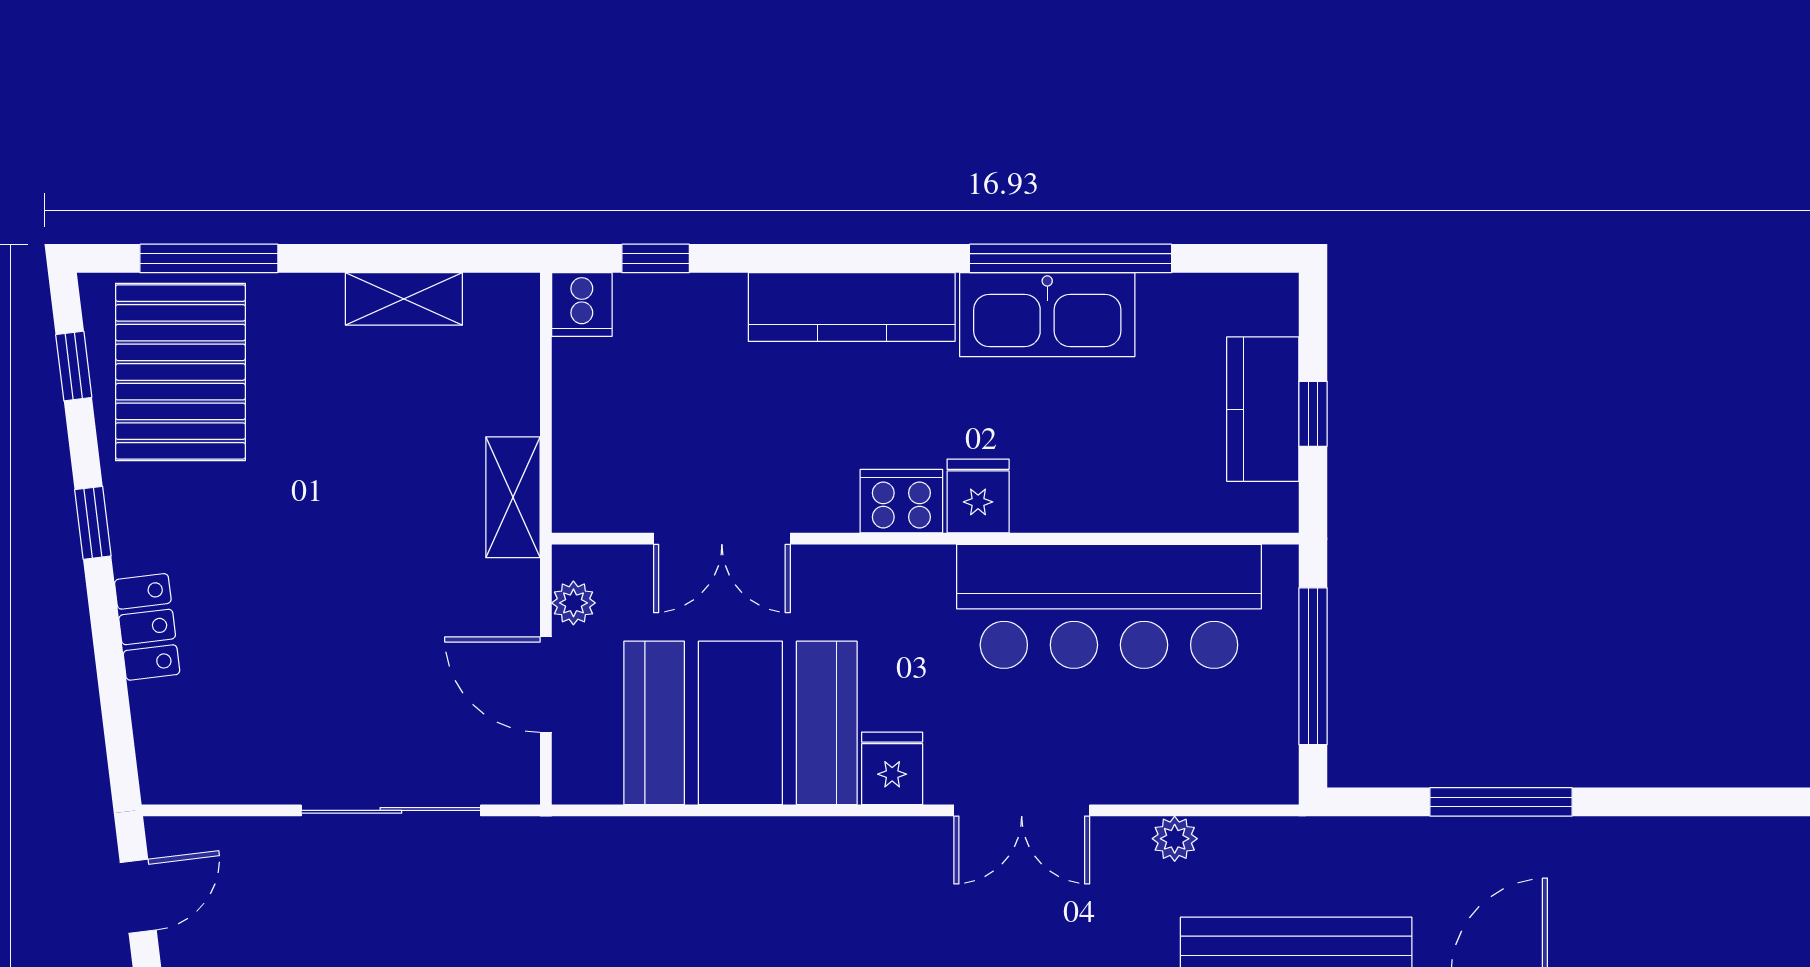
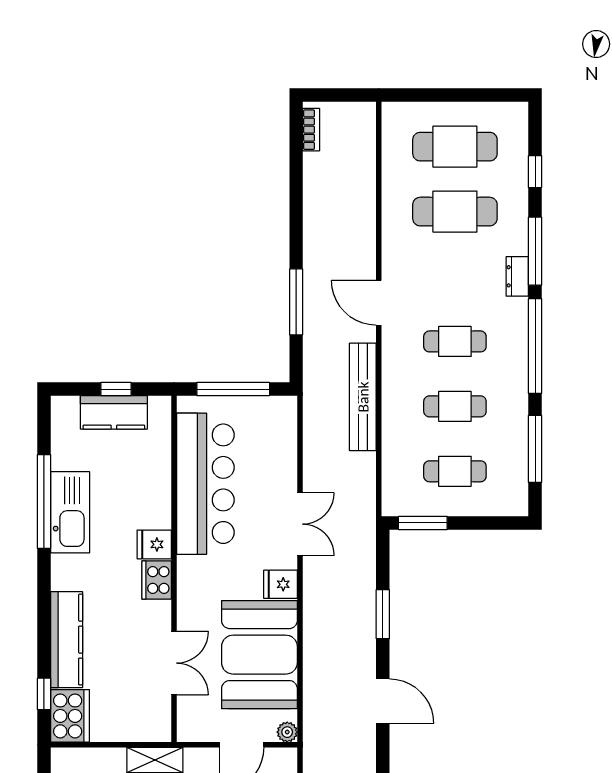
cooker: (582, 304) -> (70, 716), width x1.87, depth x1.31
kitchen counter: (852, 307) -> (67, 640), moved
plant: (573, 603) -> (287, 732), moved
plant: (1175, 839) -> (313, 453), removed

